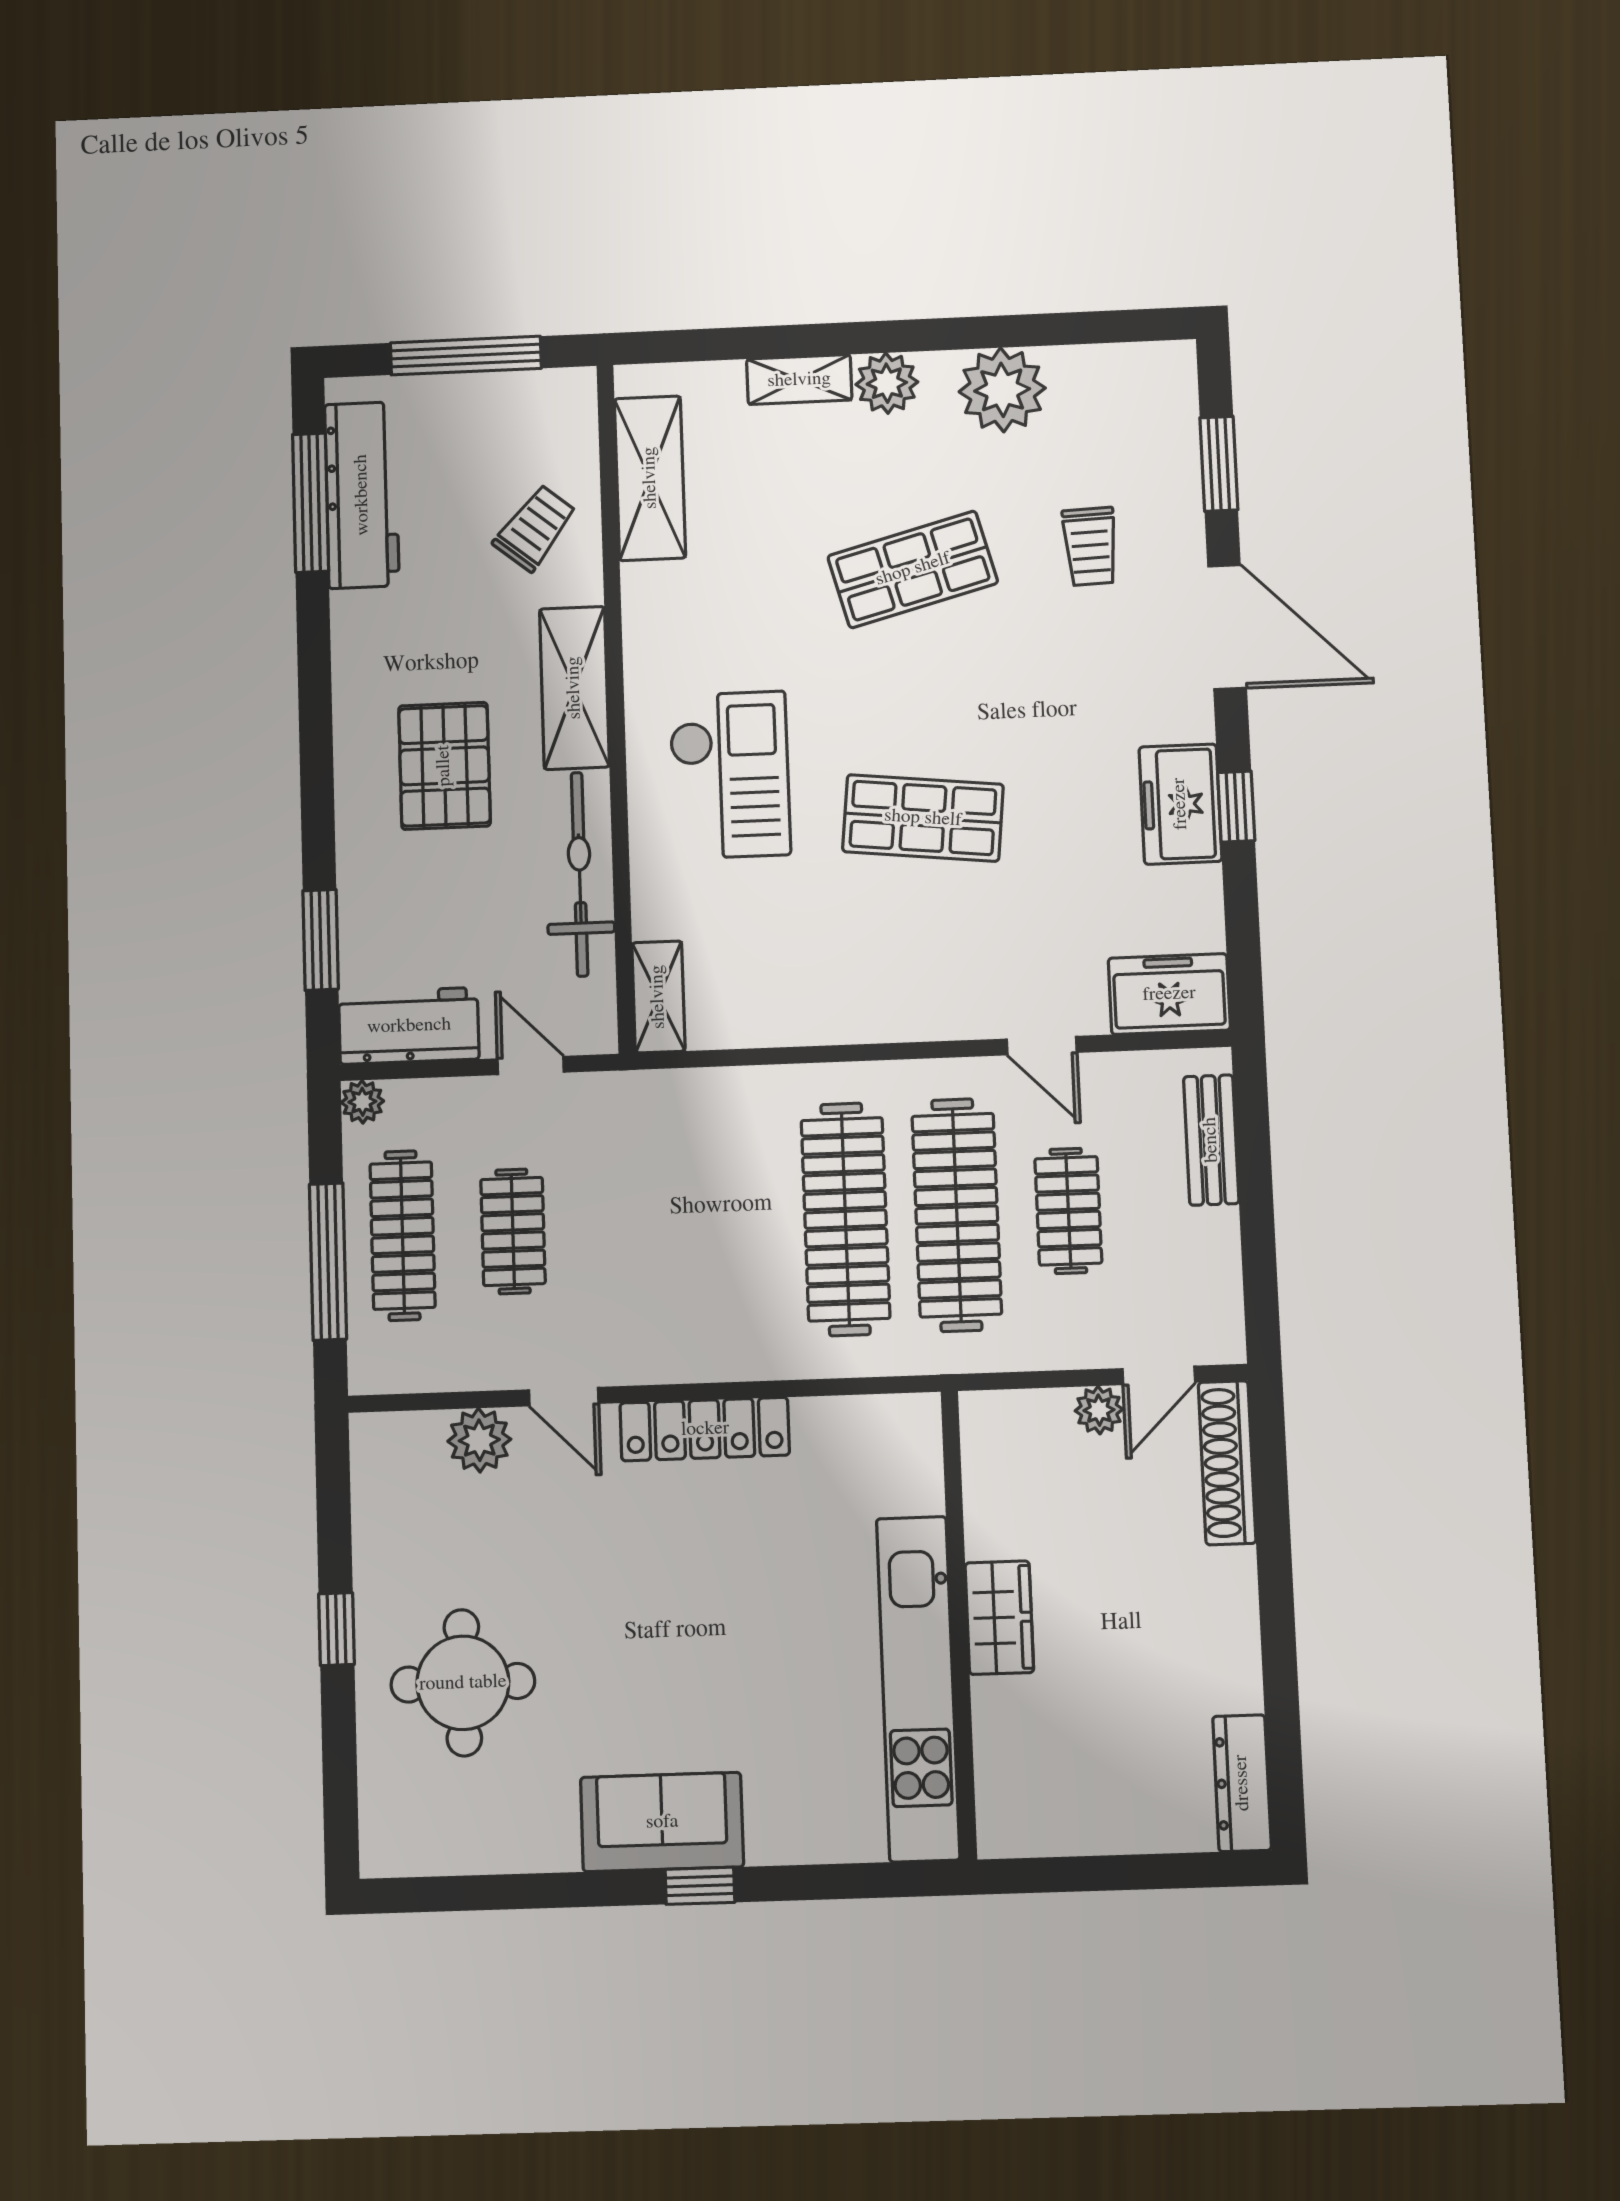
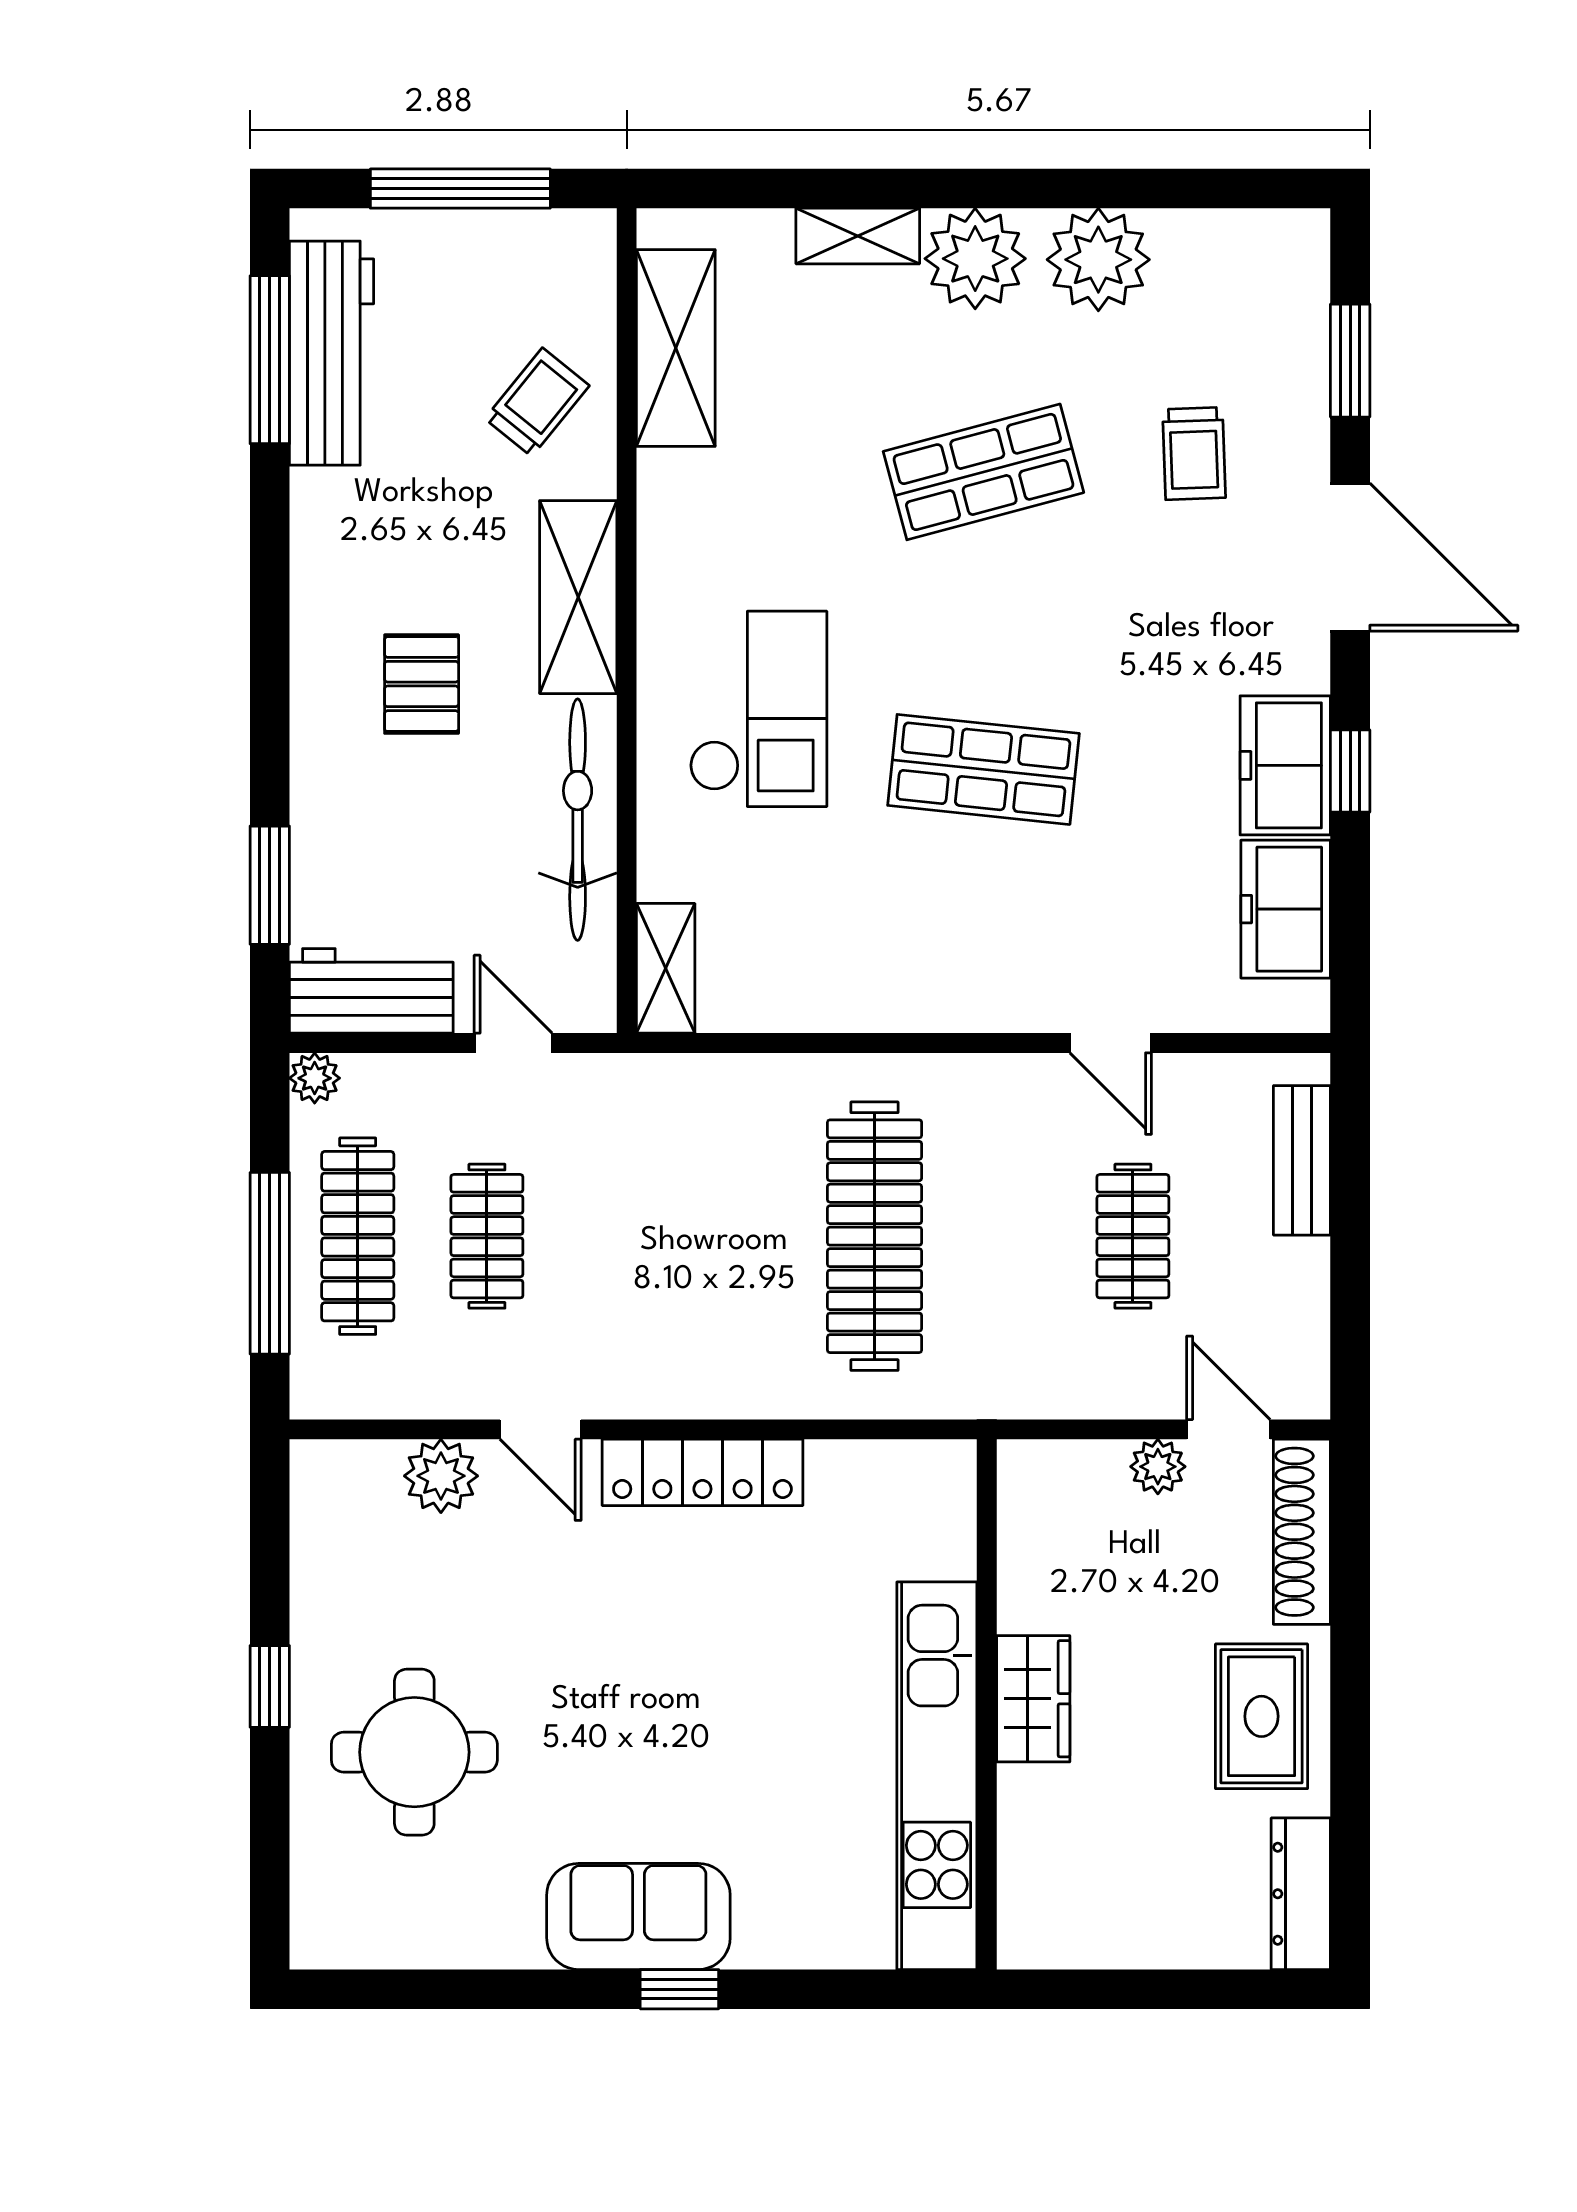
plant: (887, 383) -> (975, 259), width x1.36, depth x1.36
pallet: (444, 766) -> (422, 684), width x0.67, depth x0.71
freezer: (1169, 994) -> (1286, 909), moved, turned -90
clothes rail: (957, 1215) -> (1004, 1236), removed
door: (1159, 1375) -> (1228, 1429), swing flipped
rug: (1200, 1627) -> (1262, 1716), added

